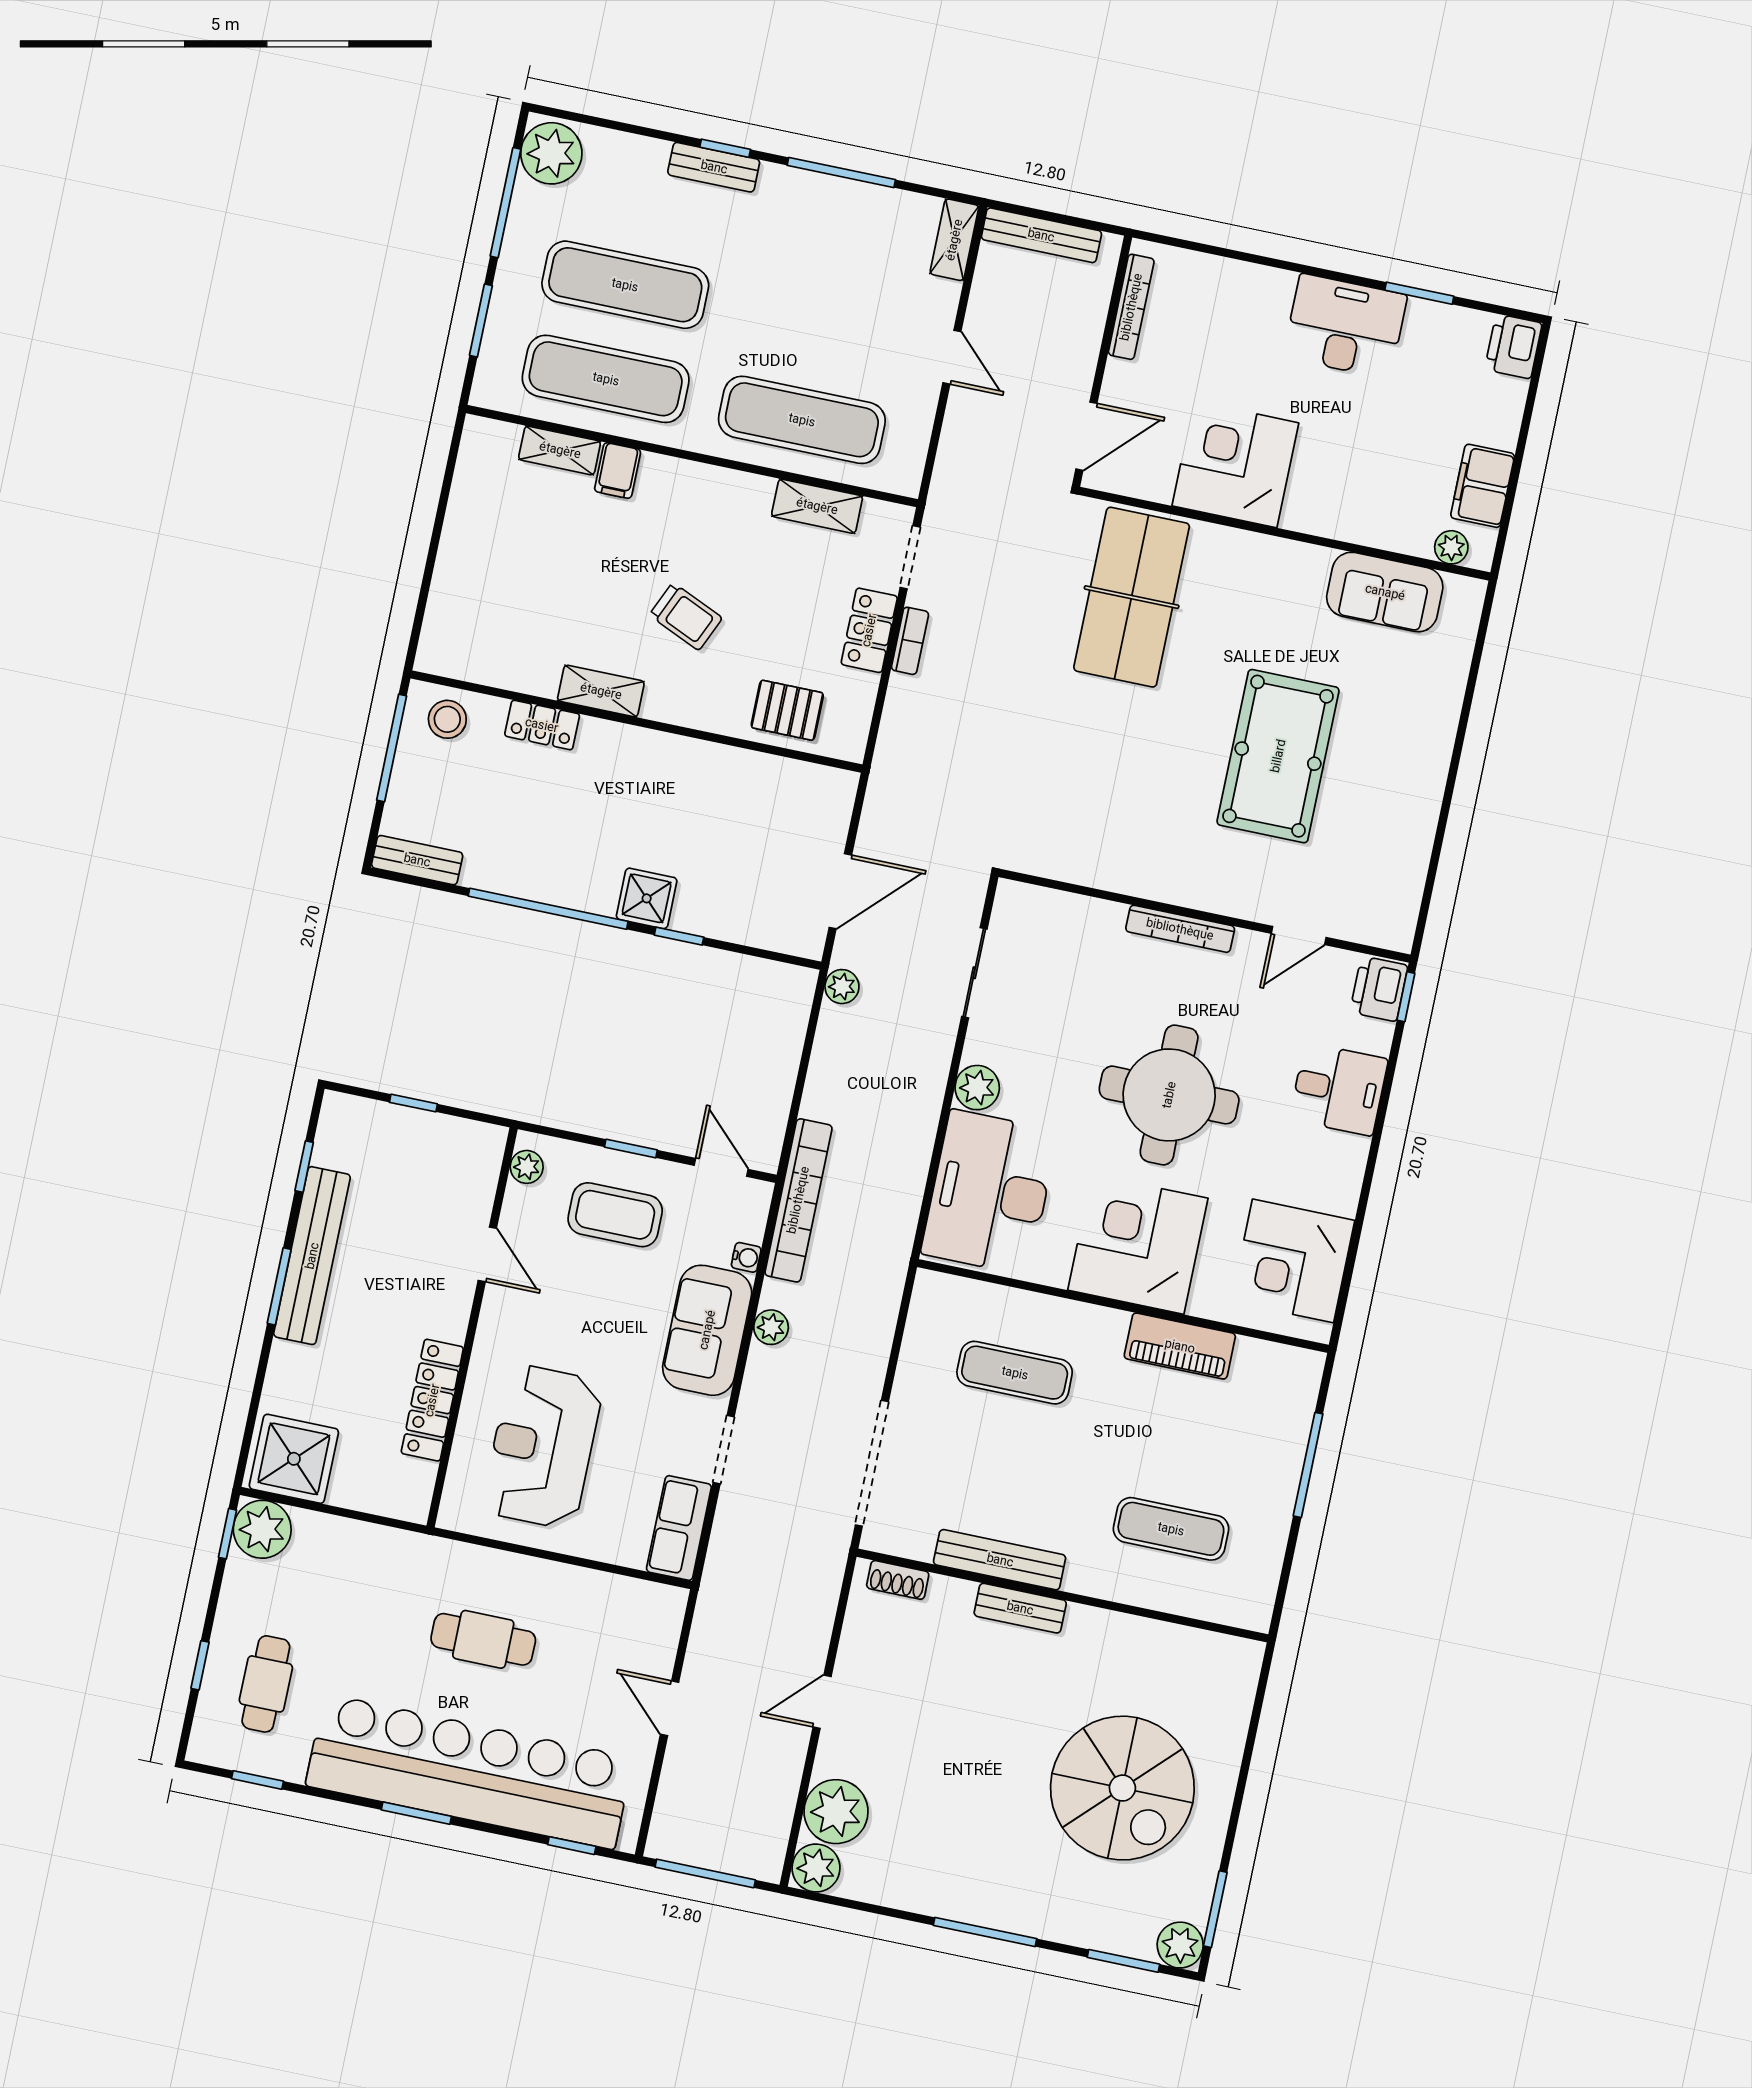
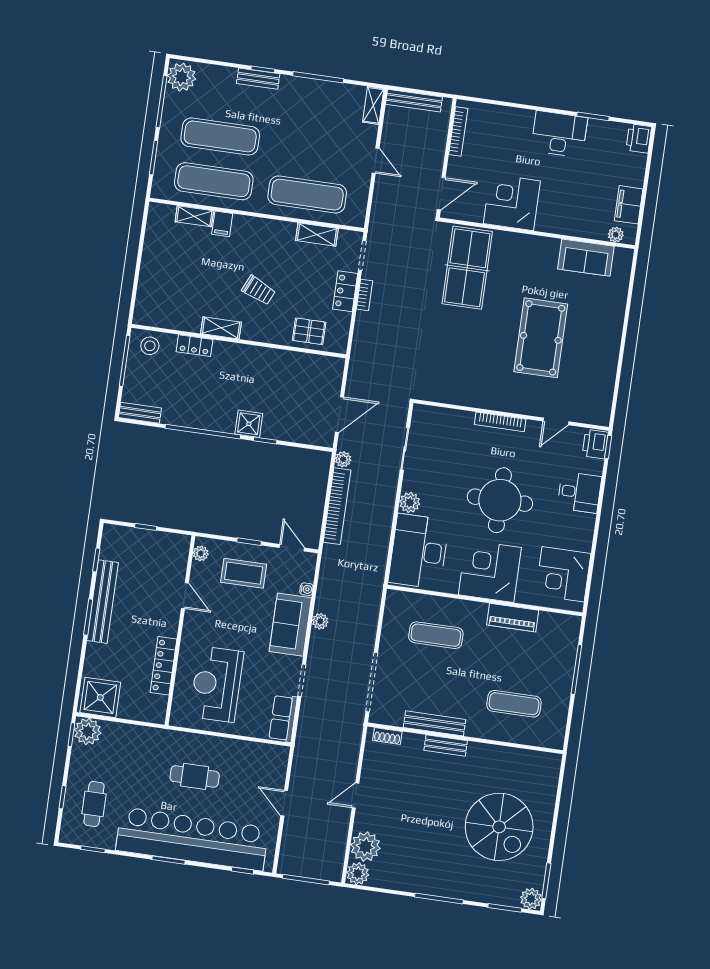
bookcase: (798, 1200) -> (337, 506), moved

